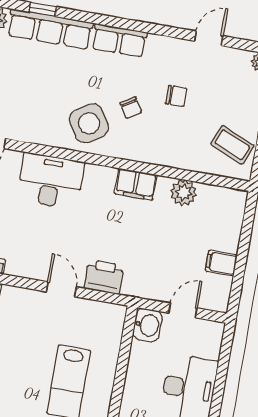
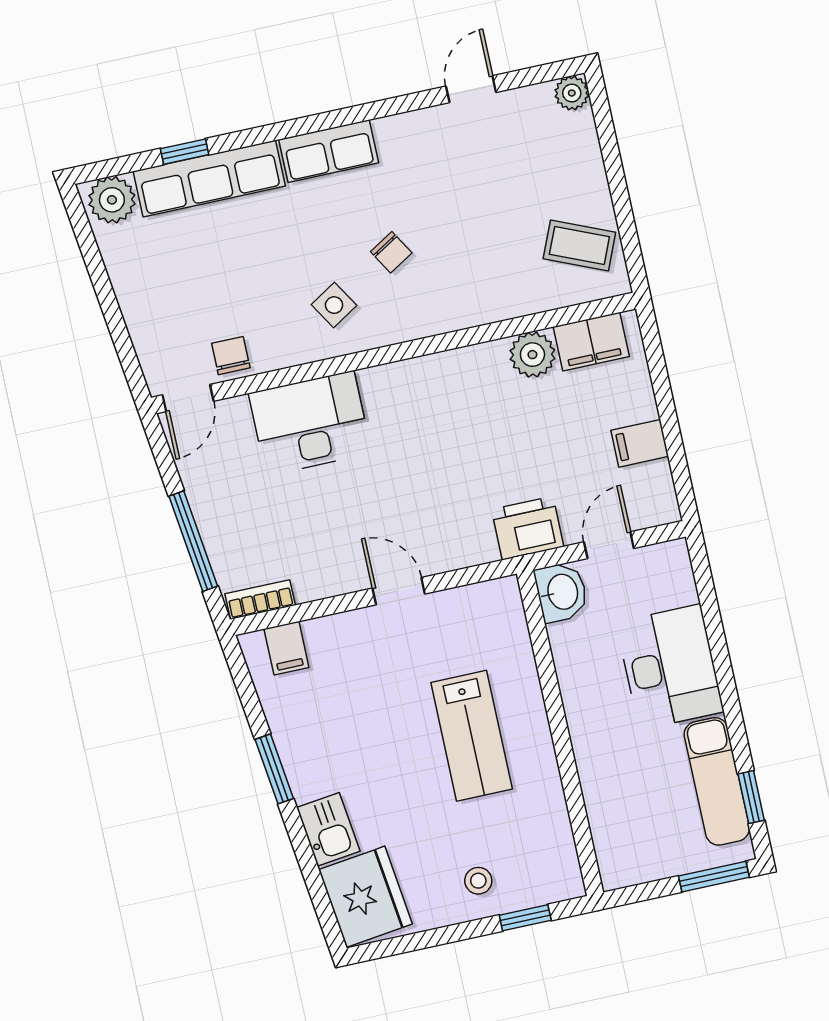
chair: (176, 96) -> (231, 356), moved, turned -90
side table: (89, 123) -> (334, 305), width x0.54, depth x0.54
filing cabinet: (136, 184) -> (591, 342), moved
printer: (104, 277) -> (528, 528), moved

